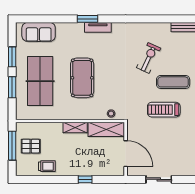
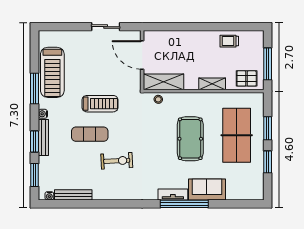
window: (87, 19) -> (184, 204), width x2.11
sofa: (39, 32) -> (207, 189), moved
exercise bike: (149, 58) -> (117, 161), turned -118
shelving: (75, 127) -> (212, 84), moved
pallet: (31, 146) -> (247, 78), moved
window: (85, 179) -> (187, 27), removed

